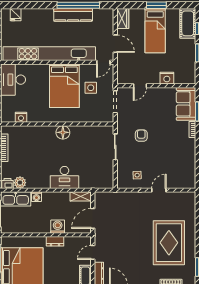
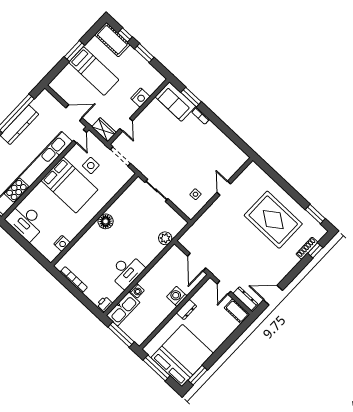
wardrobe: (123, 19) -> (104, 130), moved
armchair: (141, 136) -> (167, 161), removed
desk: (64, 177) -> (127, 271), moved
plant: (20, 183) -> (165, 238), moved
shelving: (81, 196) -> (170, 255), removed

